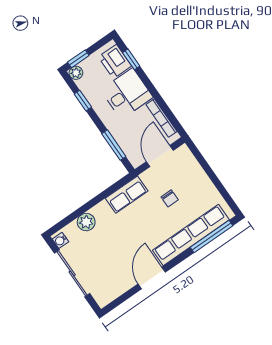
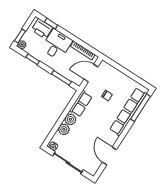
door: (160, 156) -> (91, 73), hinge flipped
plant: (102, 211) -> (70, 119), added
door: (152, 278) -> (109, 156), moved

